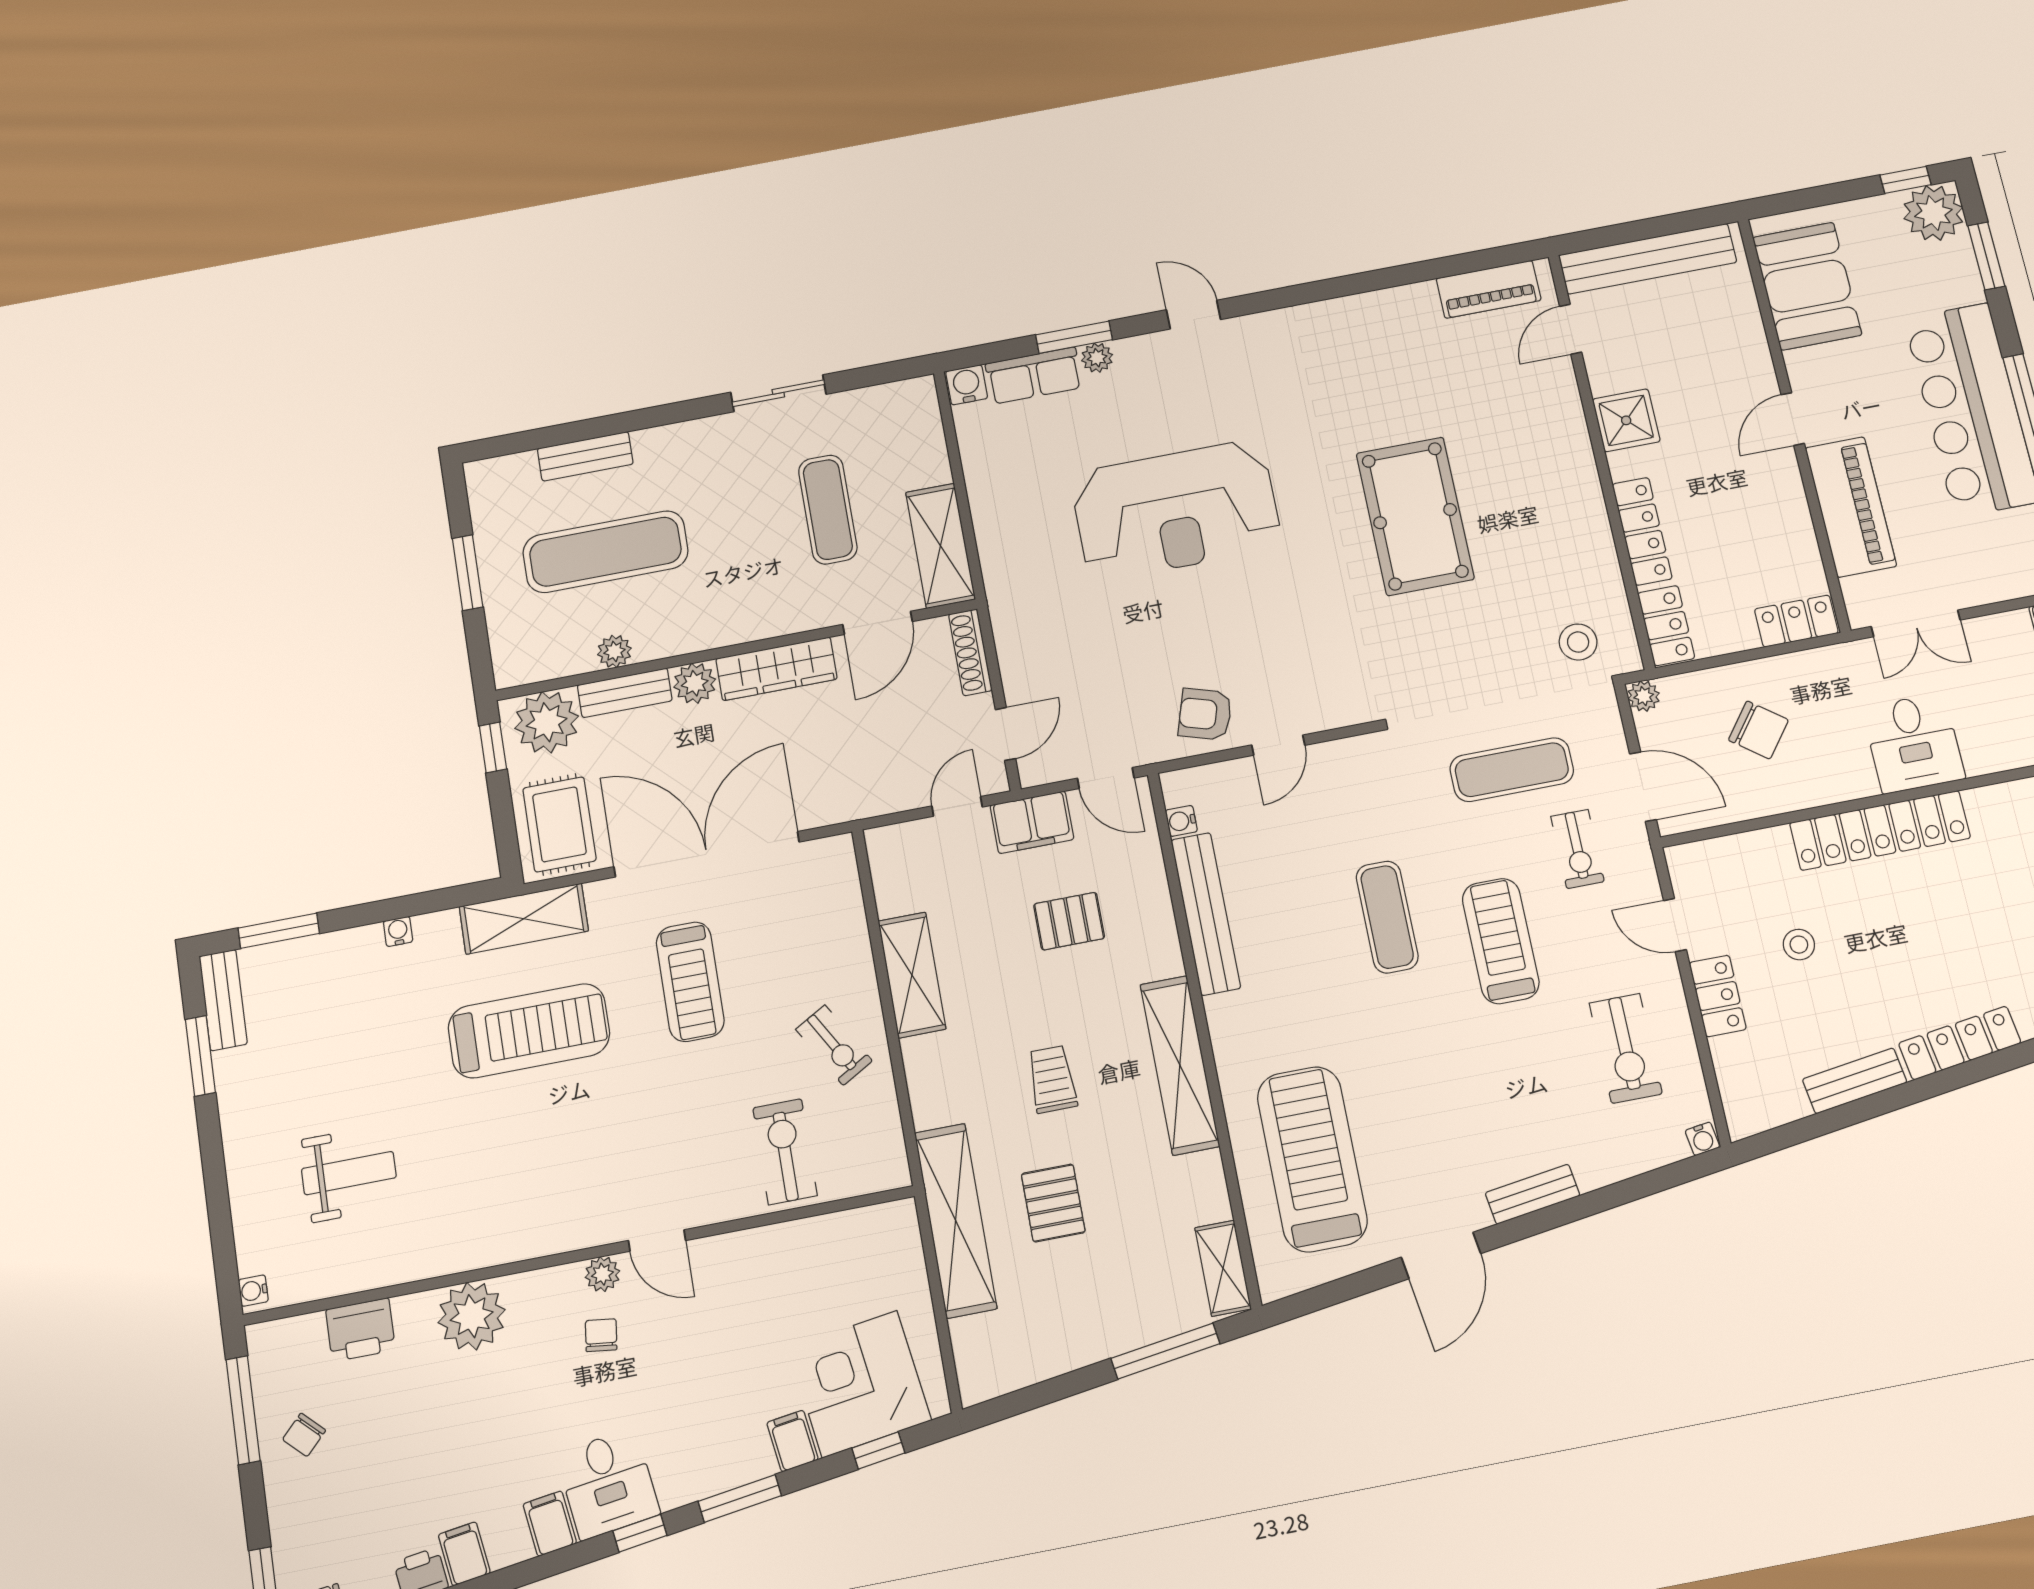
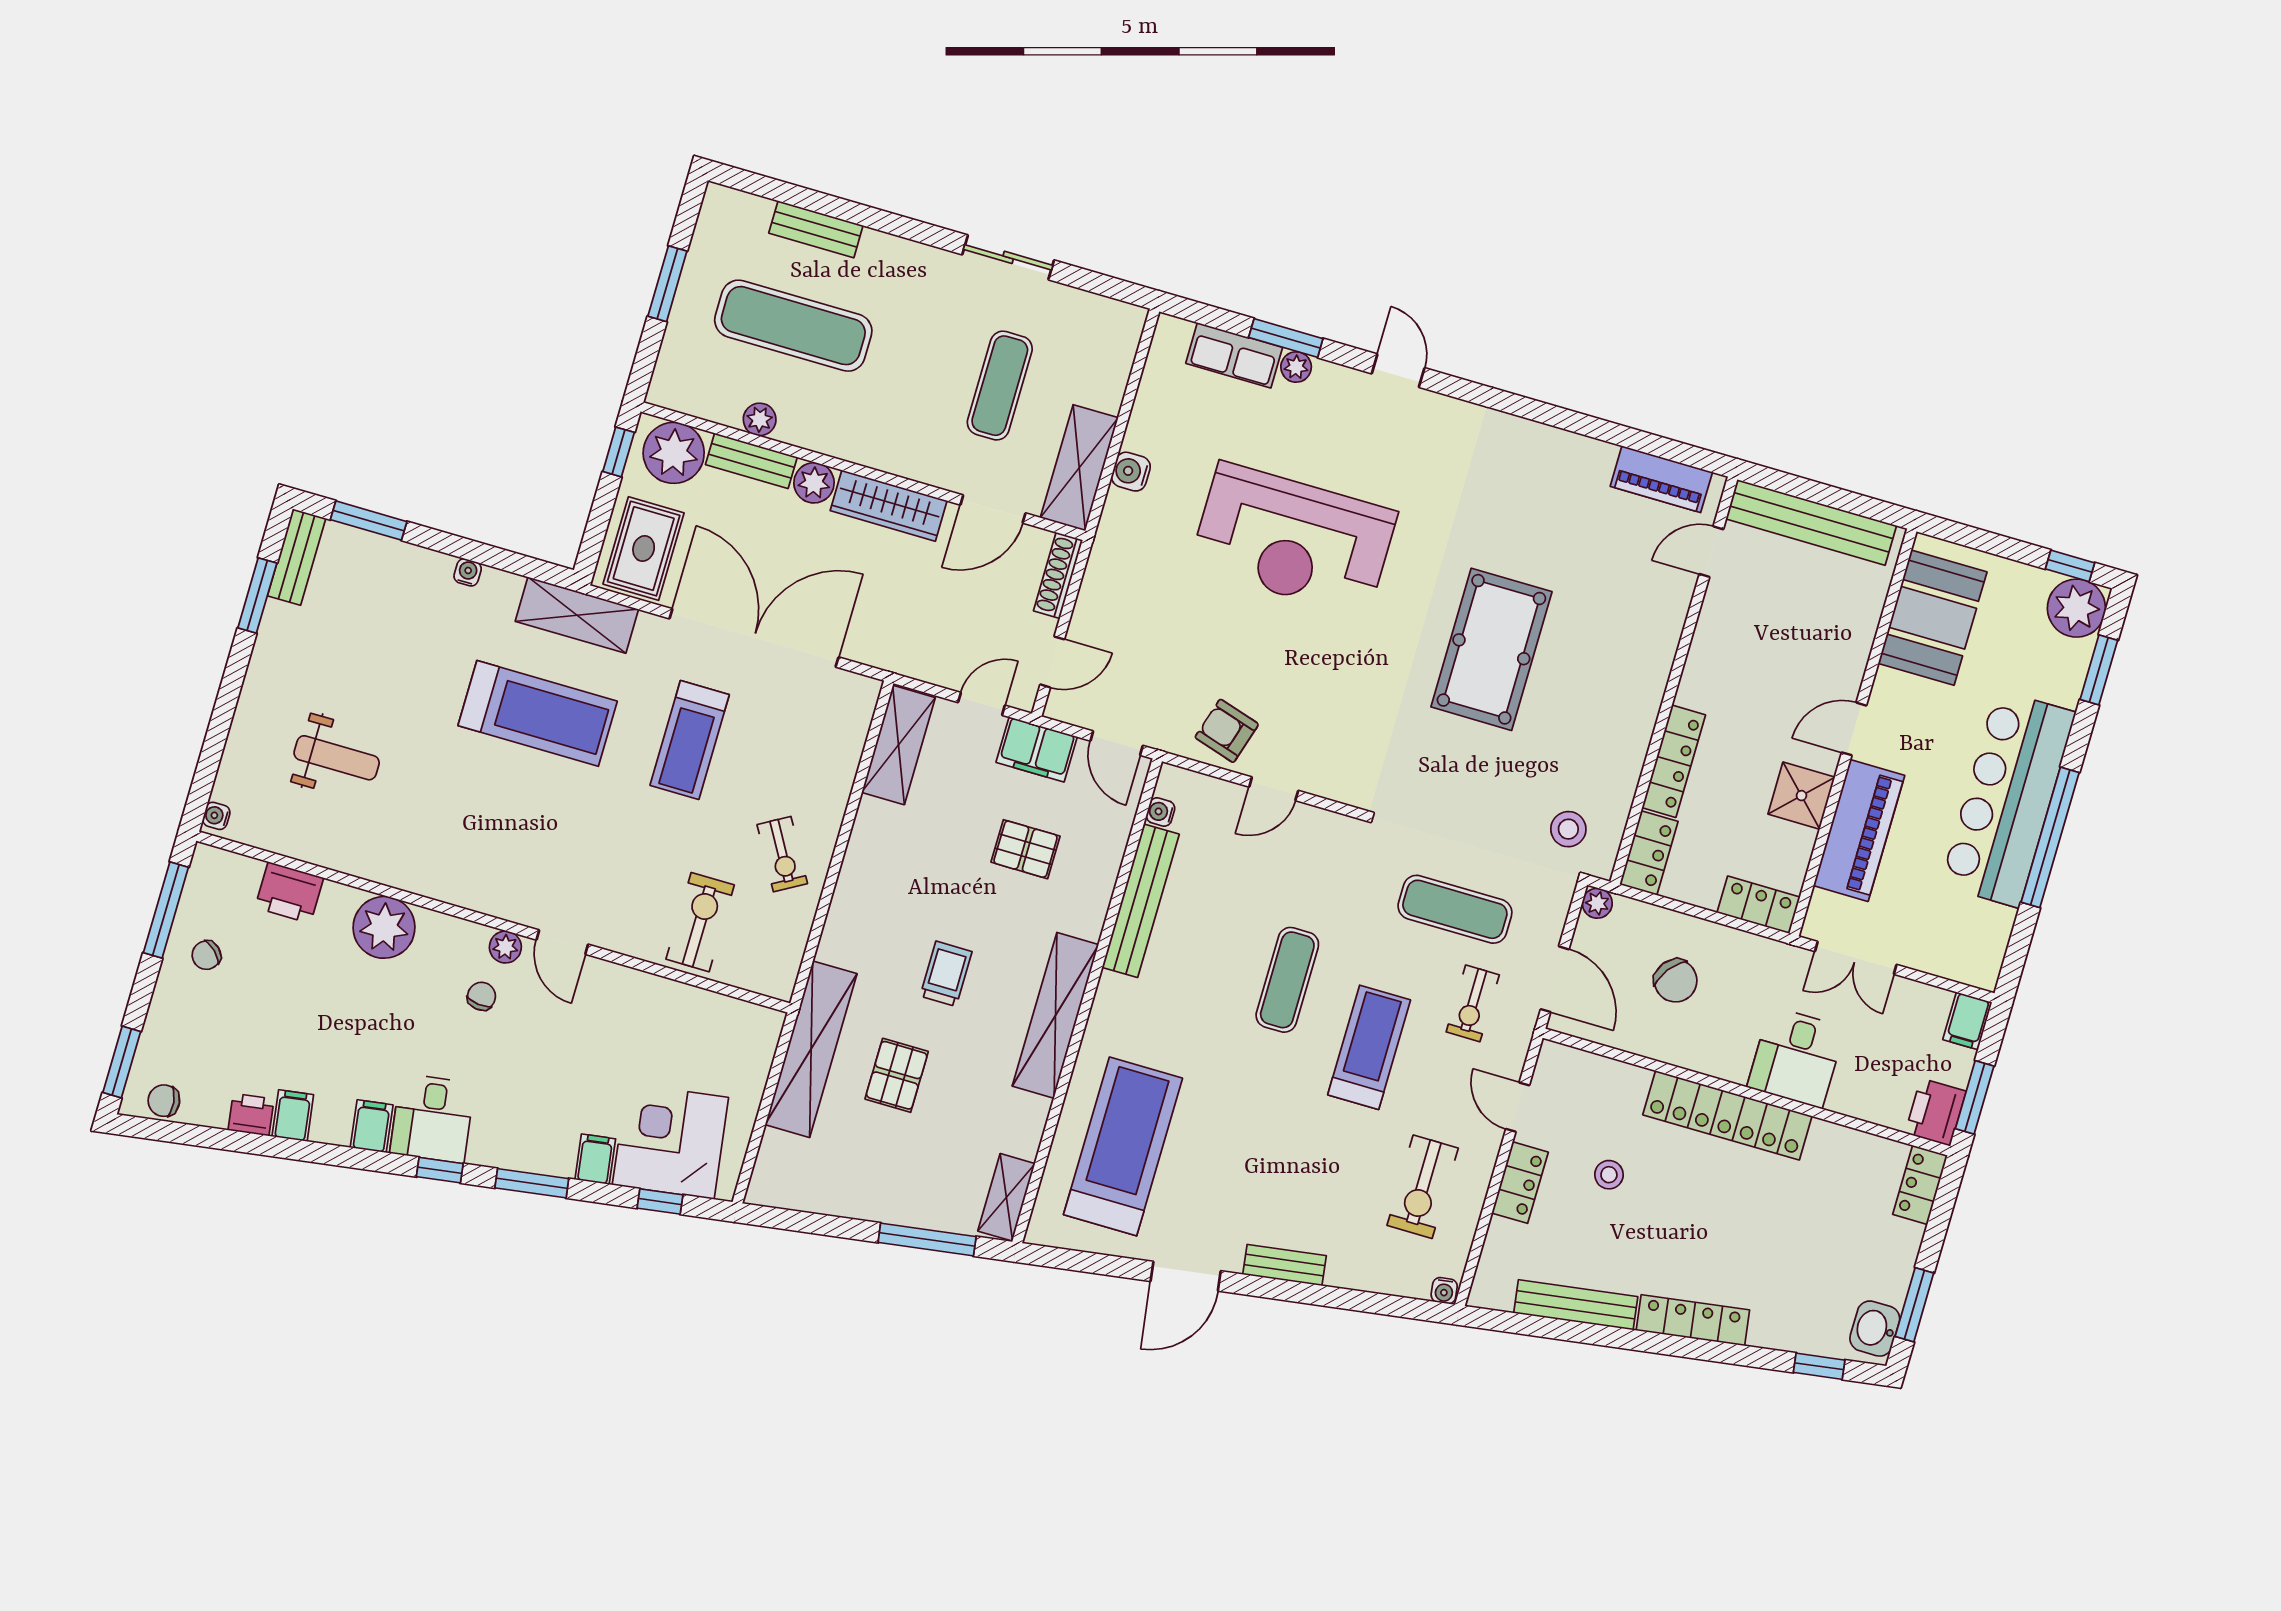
water cooler: (967, 385) -> (1131, 472), moved, turned -90
shower: (1626, 420) -> (1801, 796), moved
shelving: (912, 975) -> (898, 745), moved
bench: (1855, 1081) -> (1576, 1305), width x1.36

